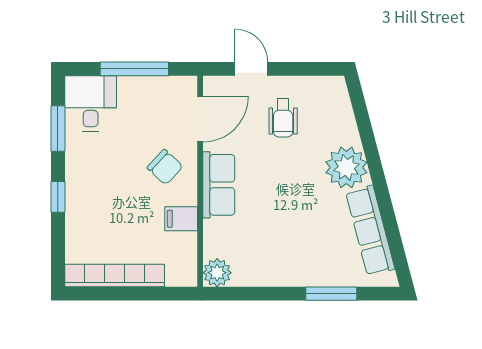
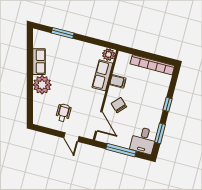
door: (200, 119) -> (99, 121), swing flipped
row of seats: (219, 185) -> (102, 75), moved
row of seats: (370, 231) -> (39, 62), width x0.68

